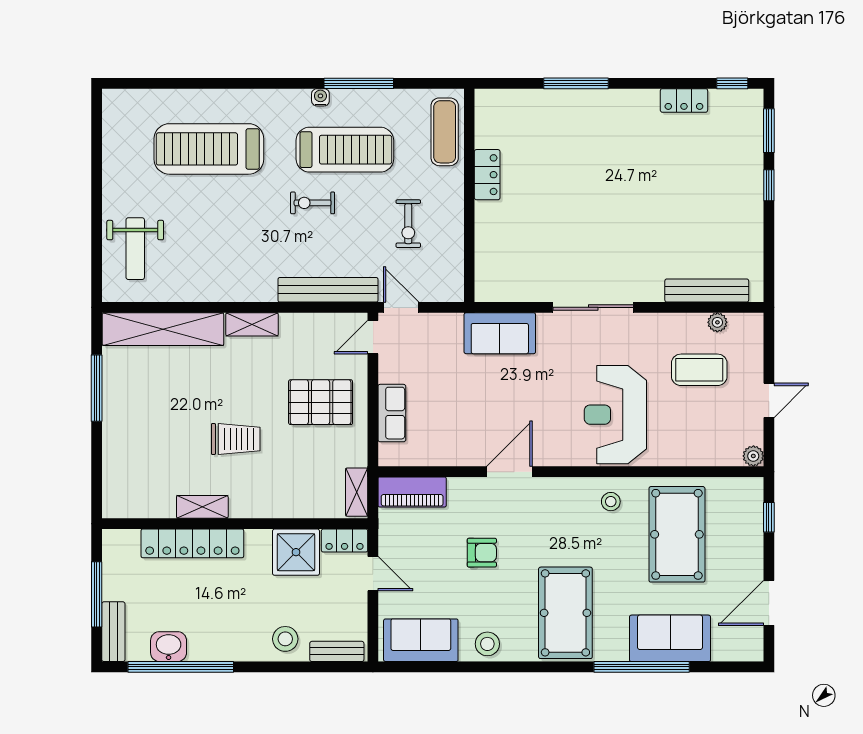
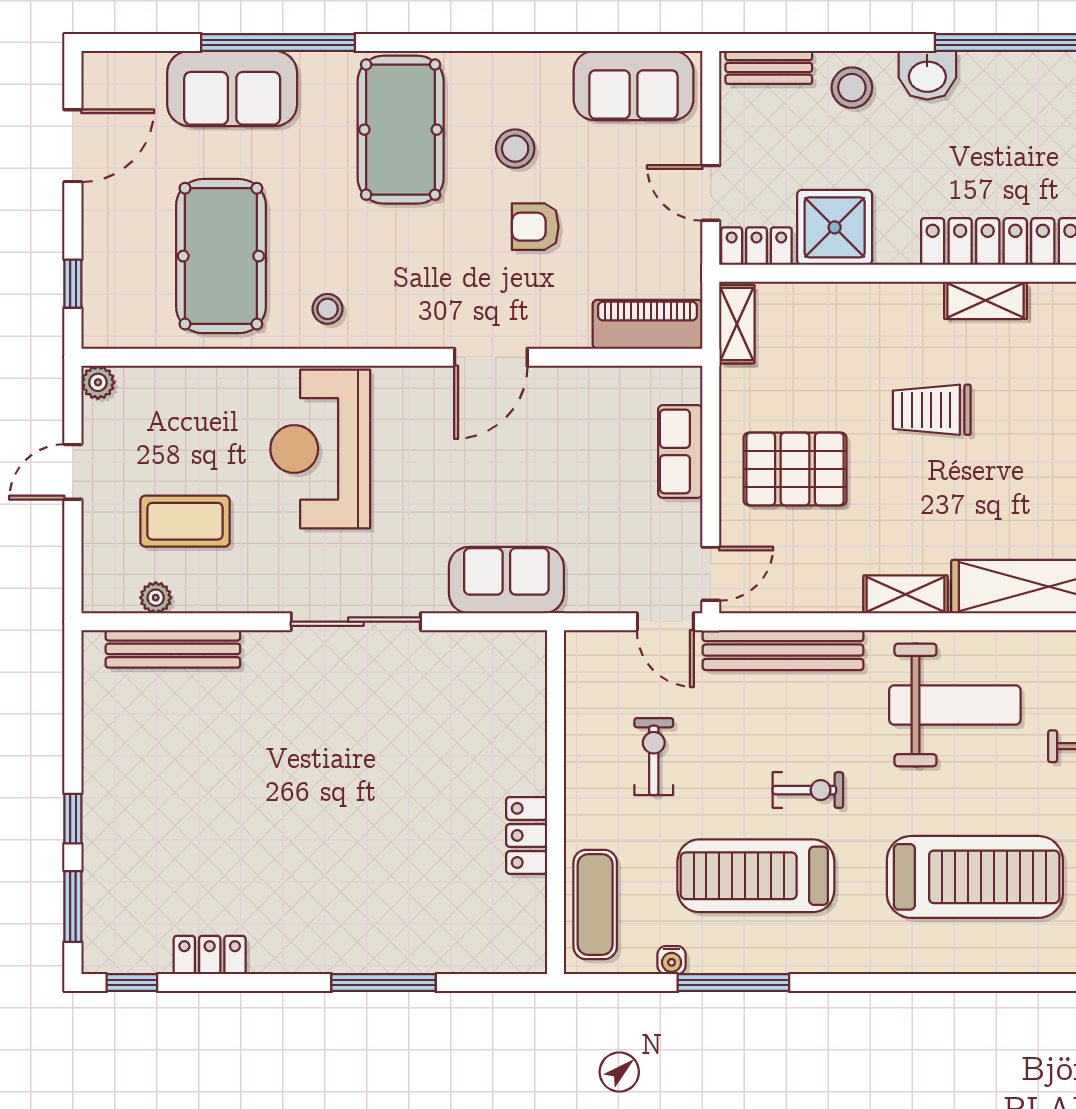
water cooler: (320, 97) -> (672, 960), moved
weight bench: (221, 256) -> (955, 705), added
reception desk: (615, 415) -> (320, 449), turned 180
stool: (487, 644) -> (515, 149), moved
washbasin: (169, 647) -> (927, 75), moved

